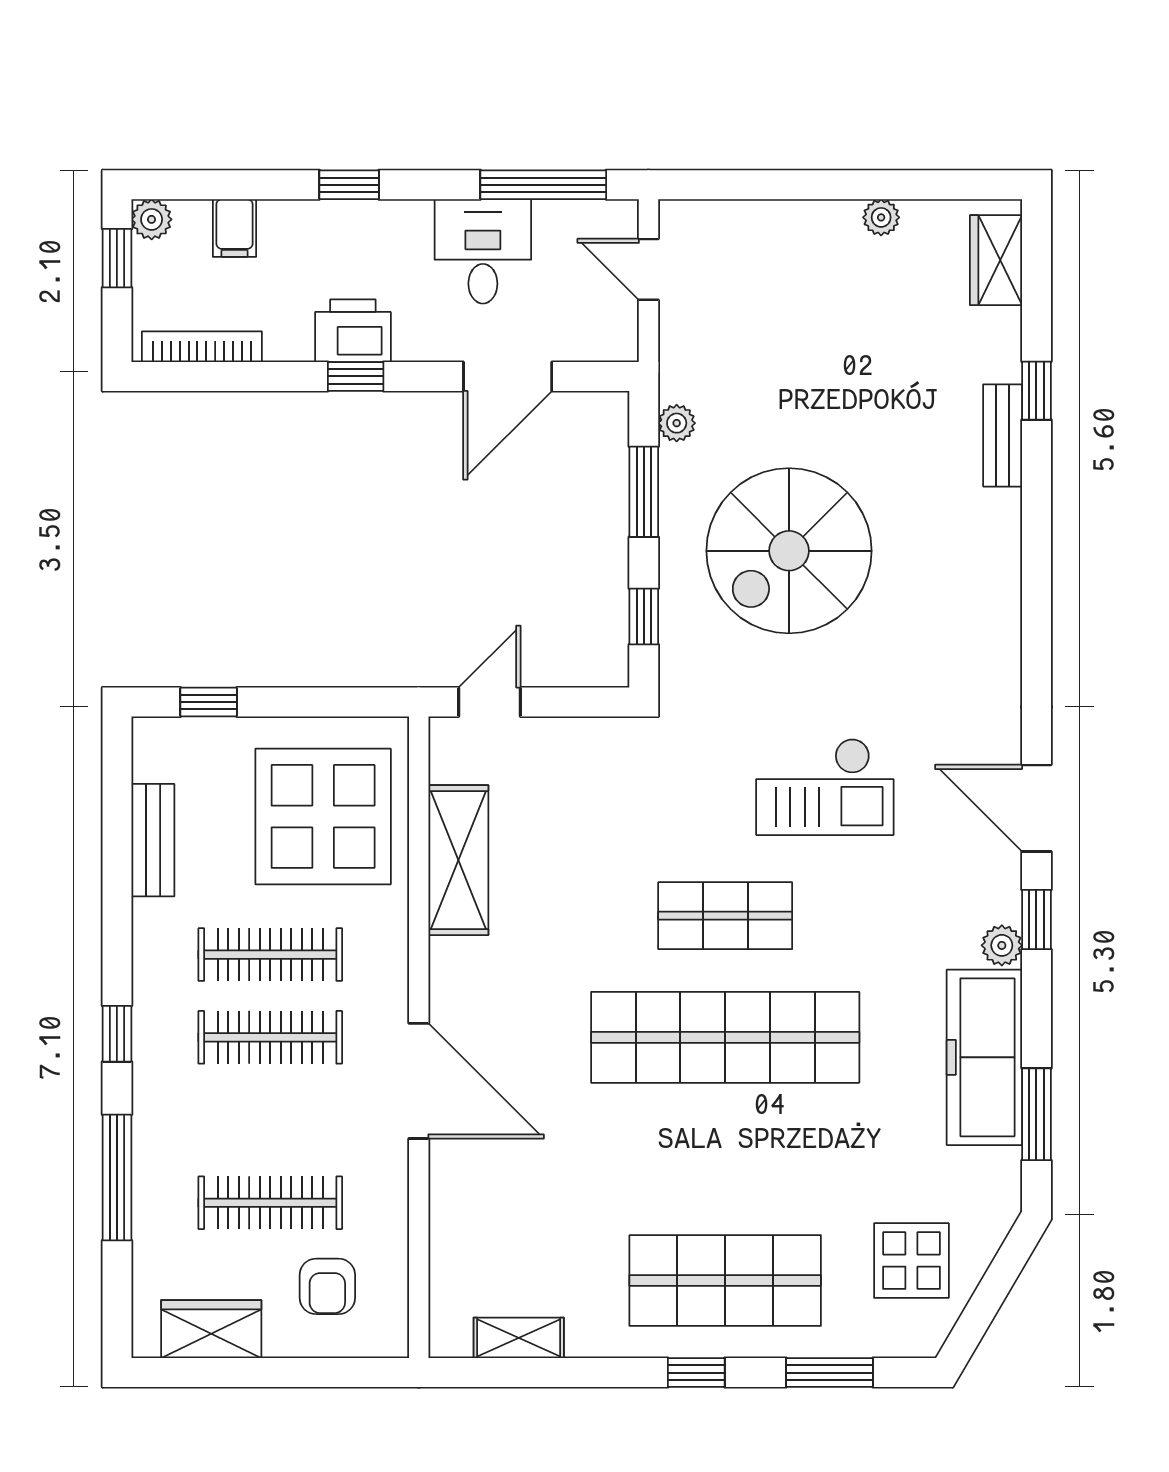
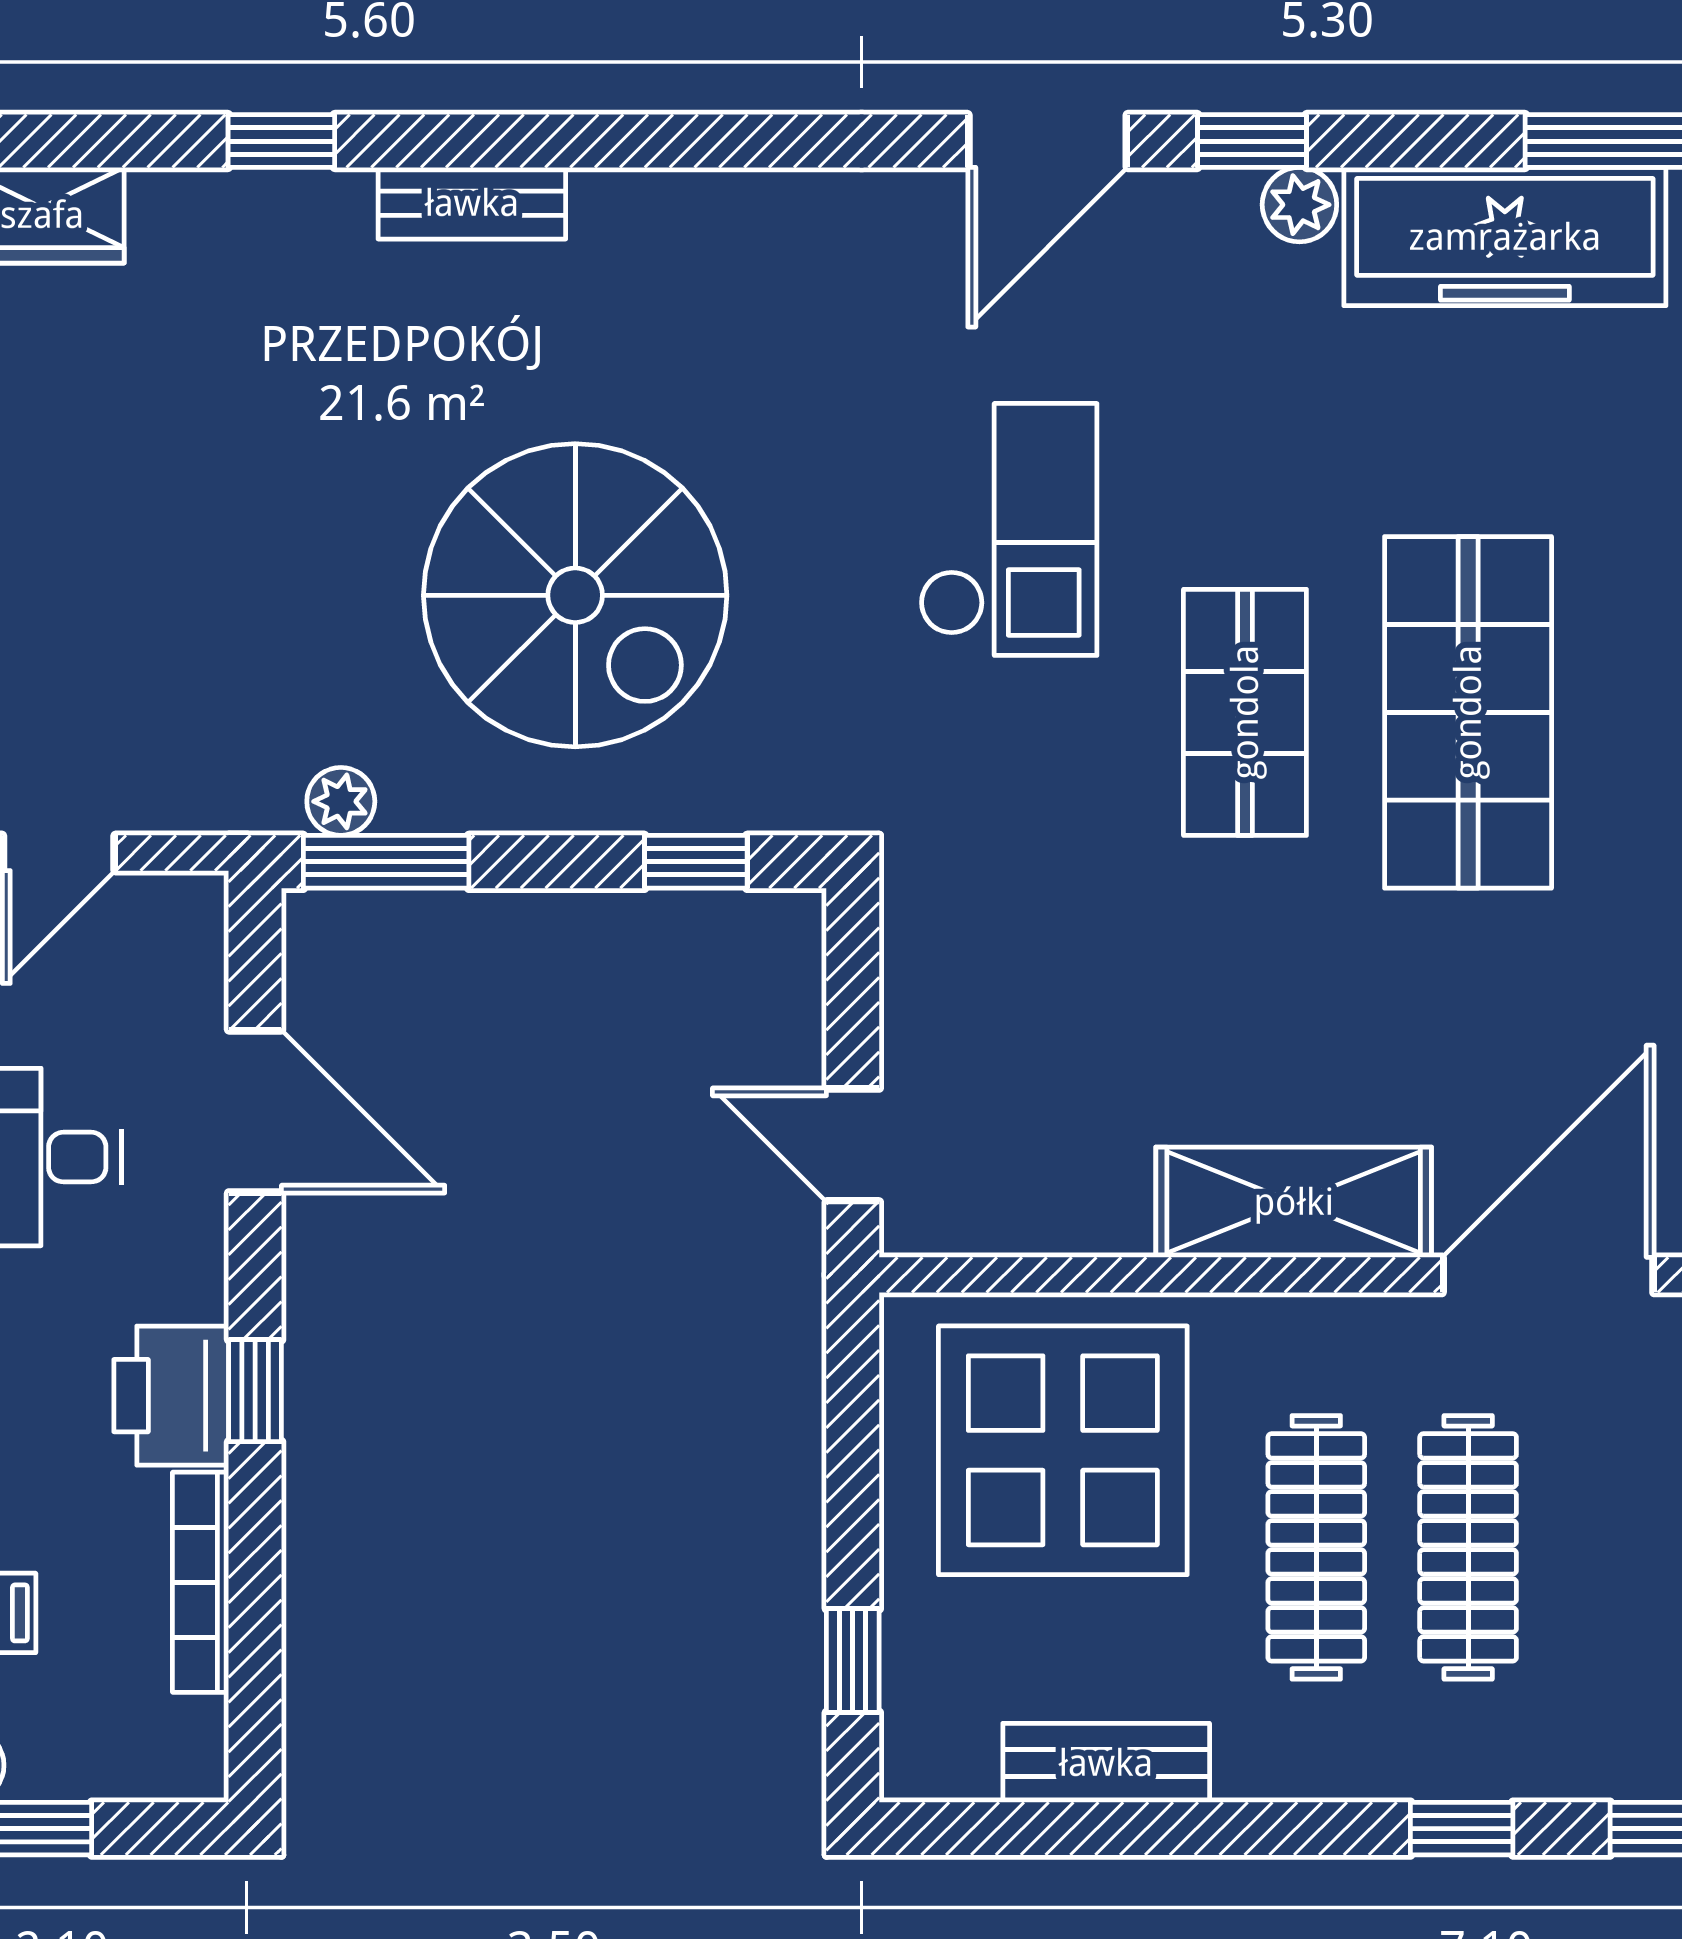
bookcase: (202, 347) -> (201, 1582), moved
bench: (1003, 435) -> (472, 203), moved
window: (644, 492) -> (386, 862), moved
shelving: (458, 860) -> (1294, 1202), moved
shop shelf: (725, 1037) -> (1468, 712), width x0.71

